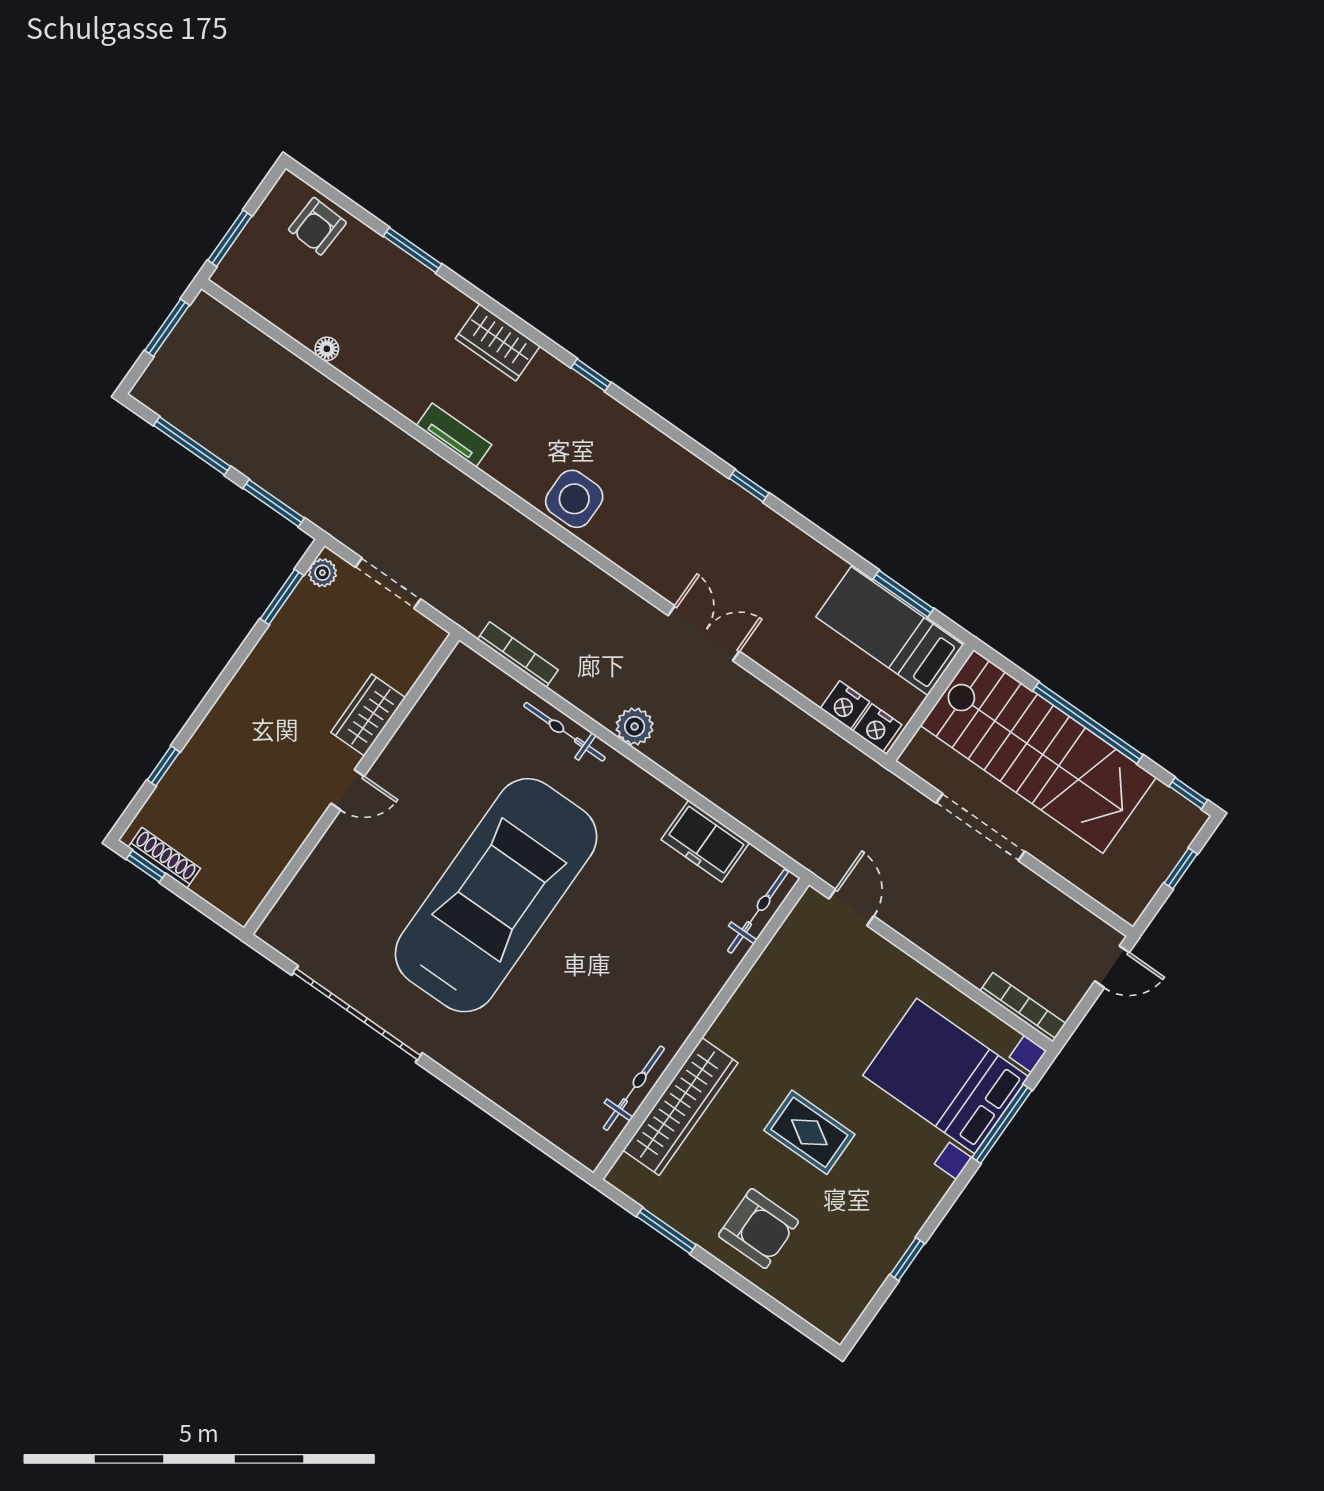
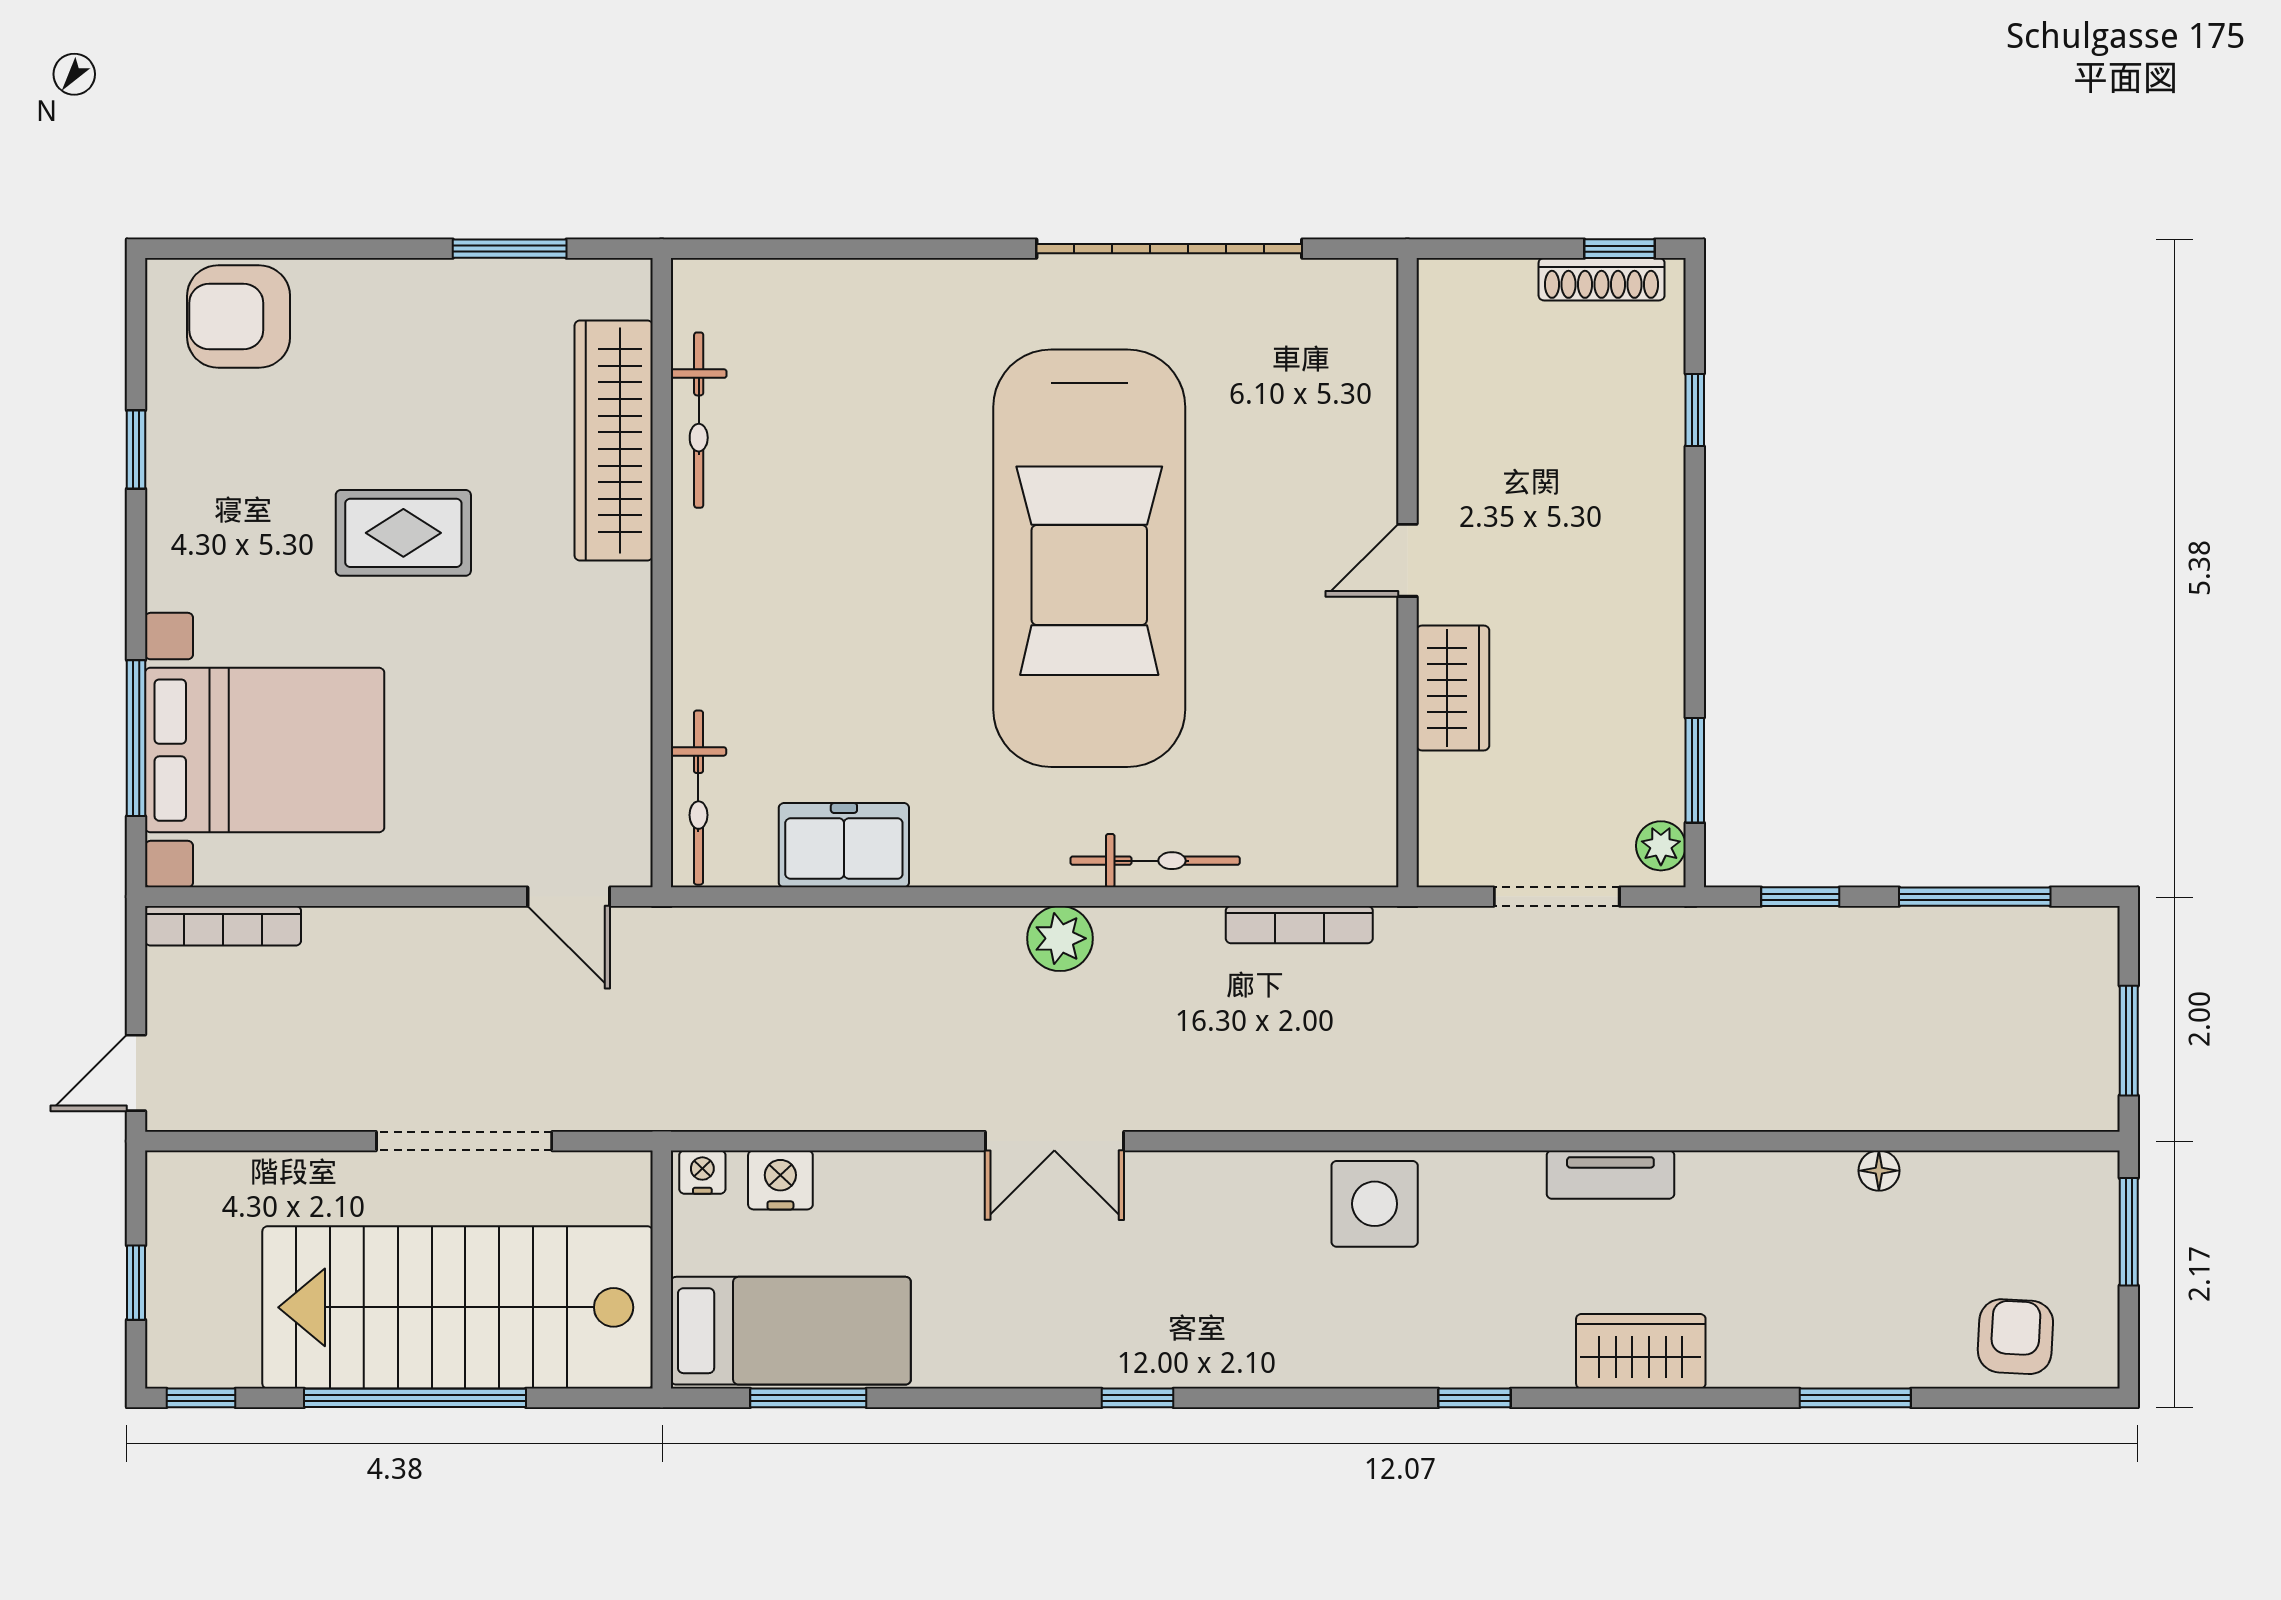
window: (274, 503) -> (1800, 897), width x0.67
nightstand: (877, 728) -> (702, 1172), width x0.72, depth x0.74
armchair: (758, 1228) -> (239, 317), moved

